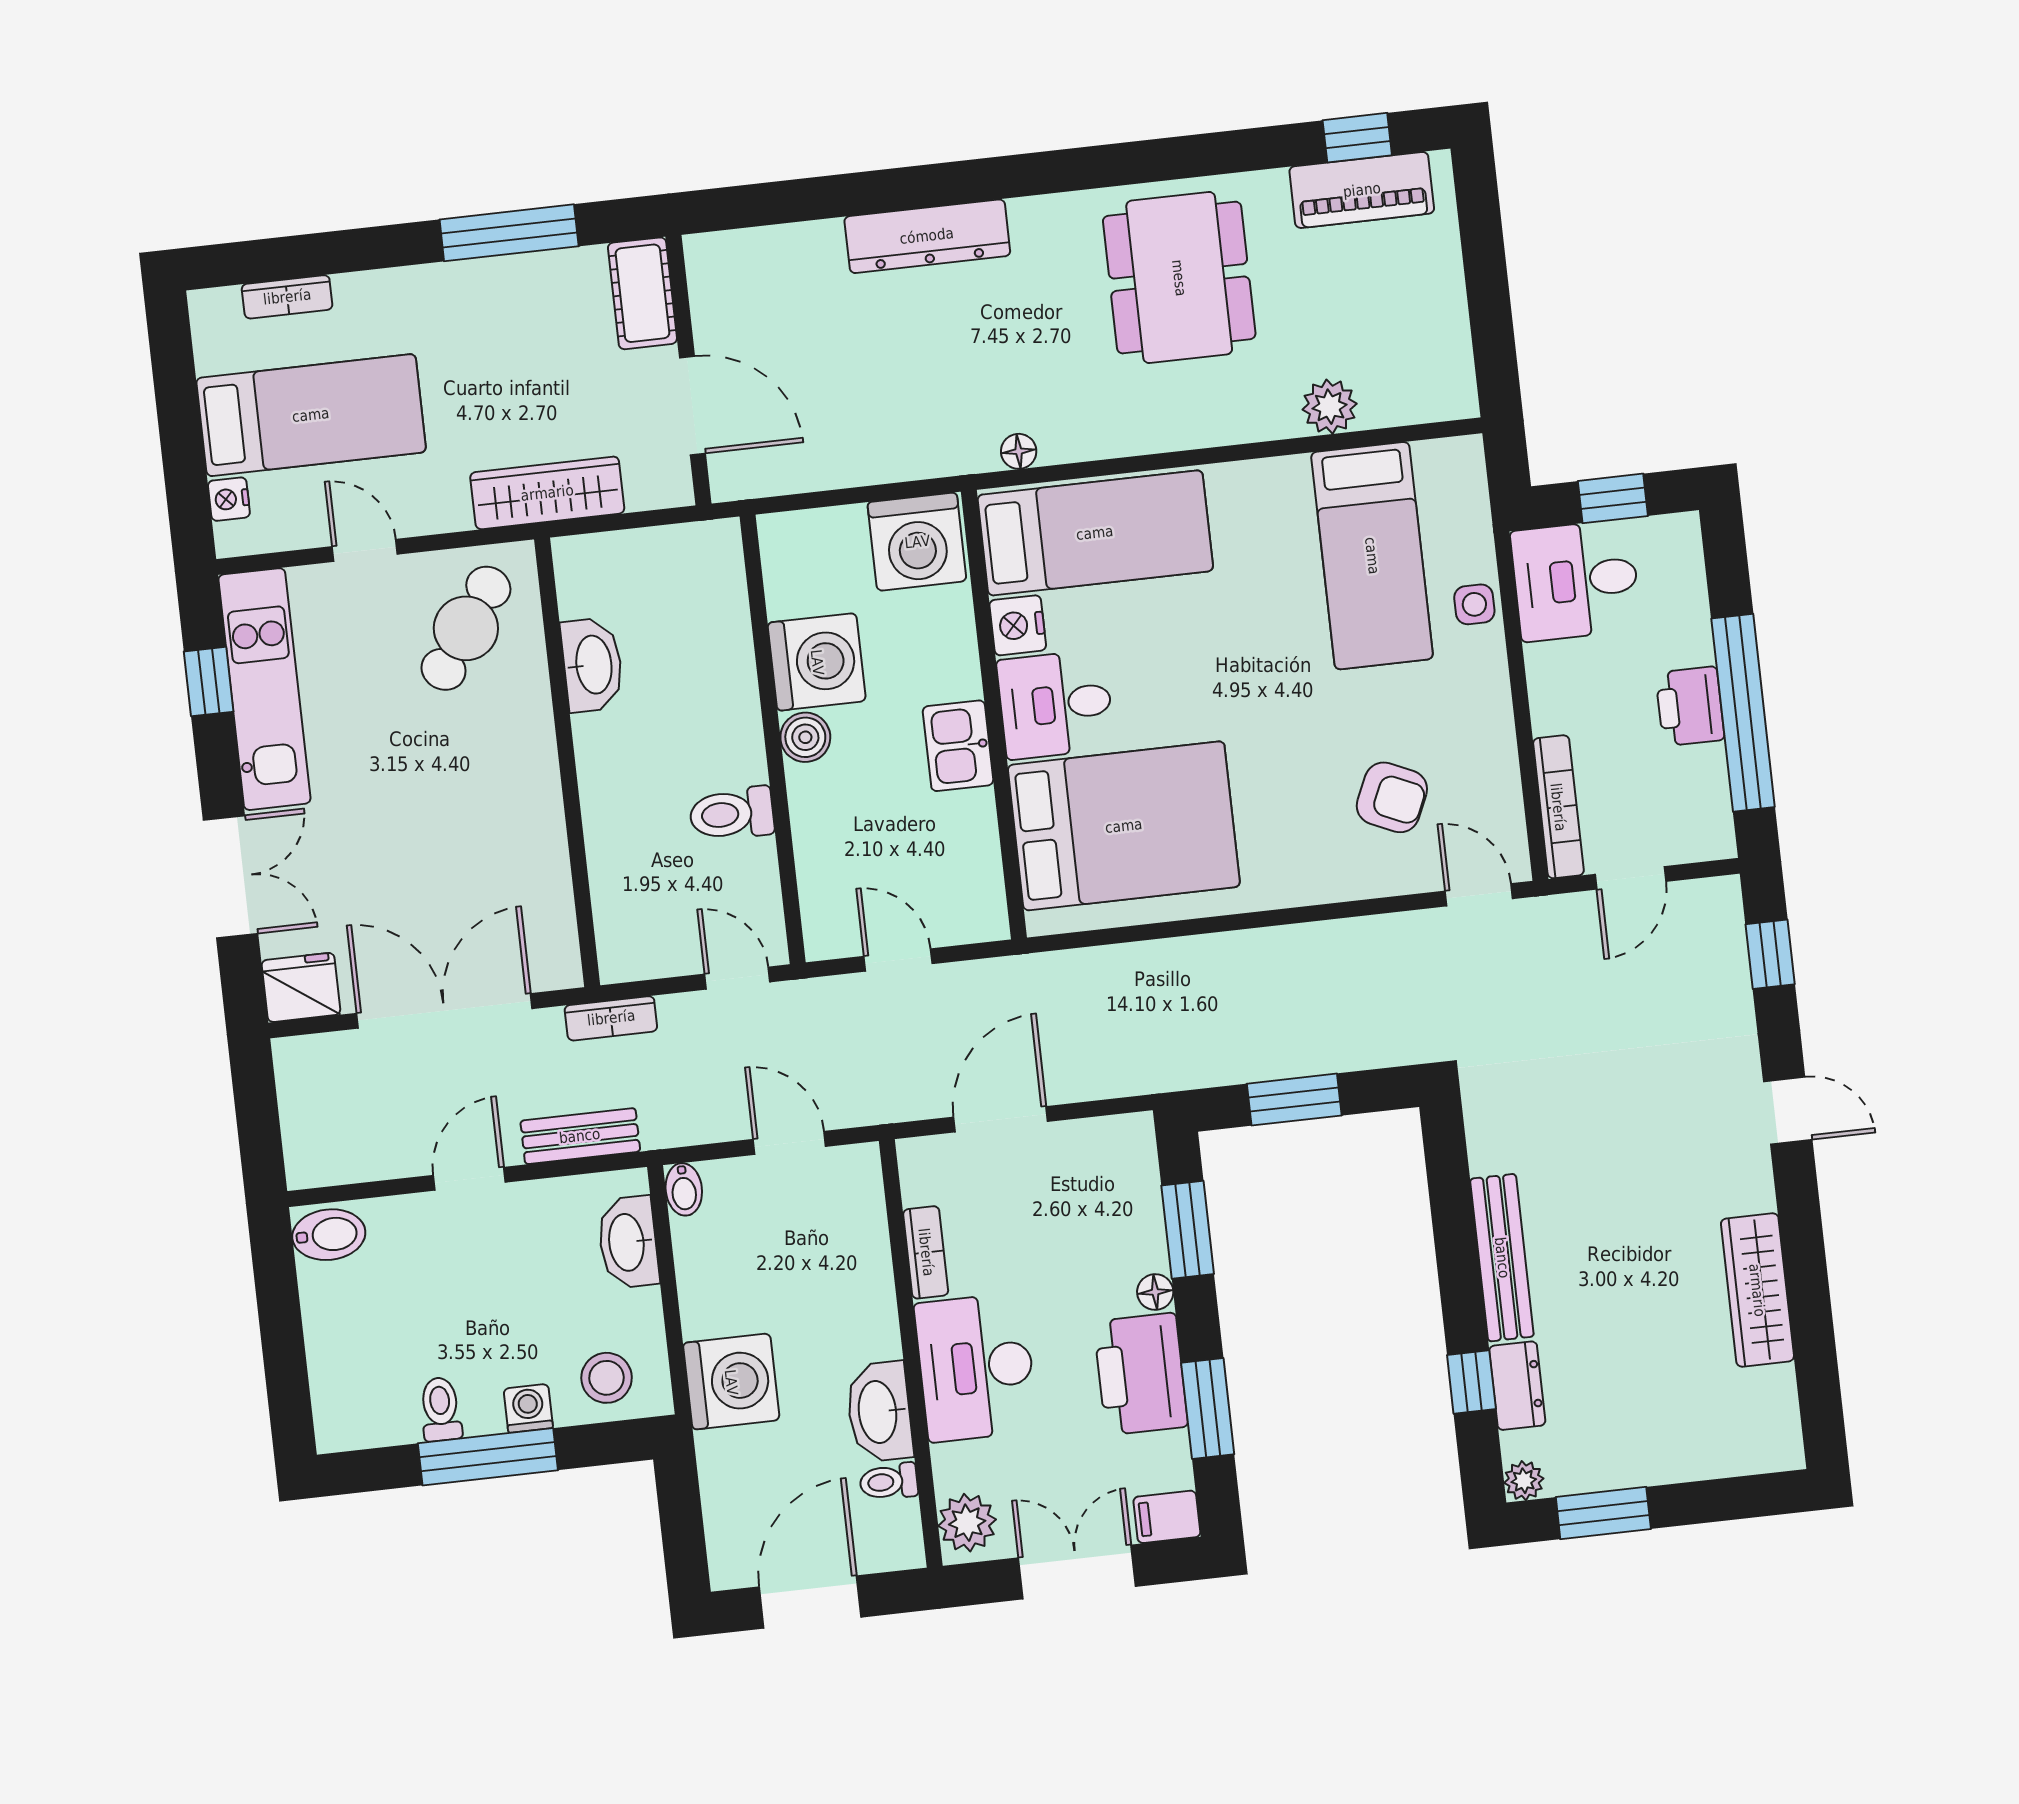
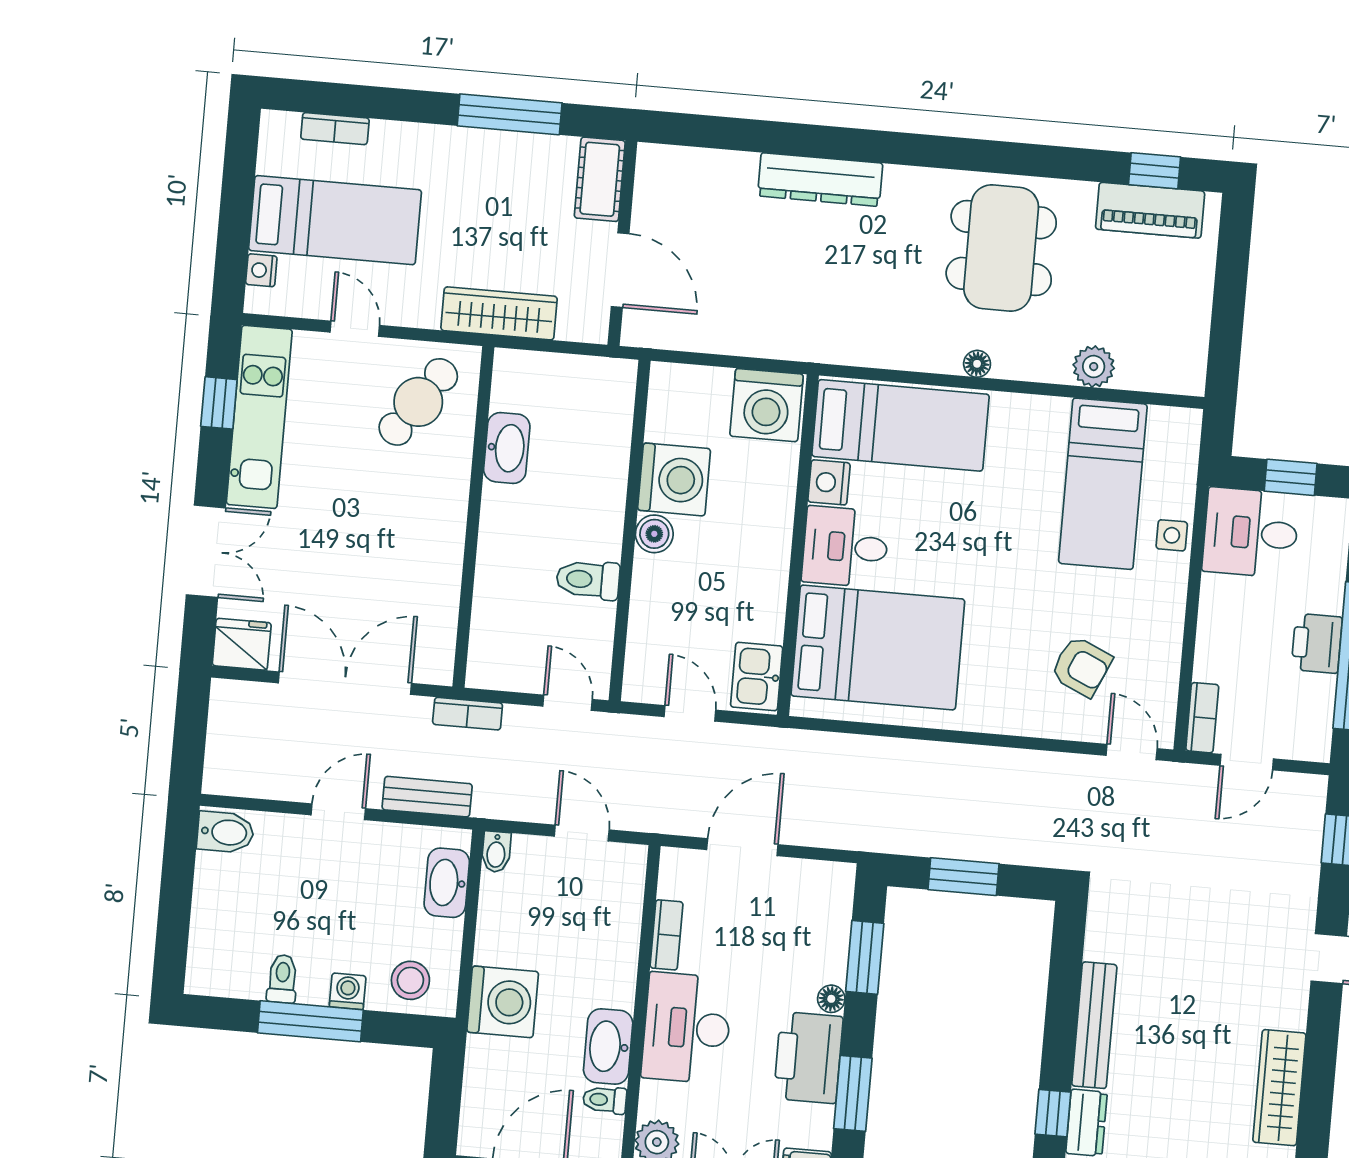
floor lamp: (1019, 451) -> (977, 364), moved
kitchen sink: (958, 746) -> (757, 677), moved
bookcase: (1558, 807) -> (1202, 718), width x0.64

